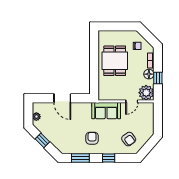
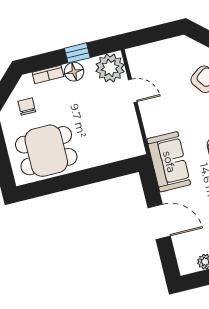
dining table: (115, 61) -> (46, 151), moved
door: (62, 98) -> (159, 222), hinge flipped
sofa: (106, 111) -> (169, 162), moved

